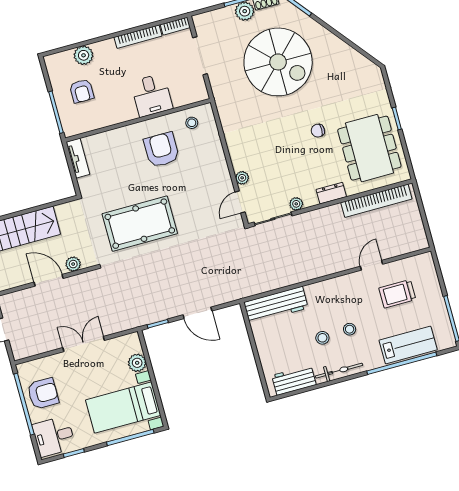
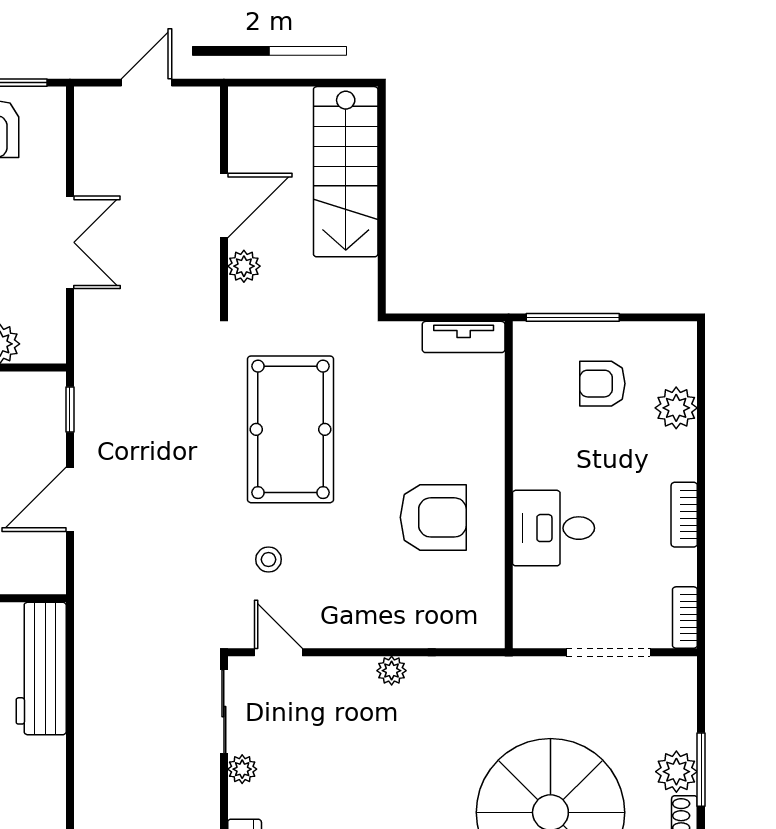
bookcase: (138, 37) -> (684, 515), width x0.64
stool: (192, 123) -> (269, 559), moved
plant: (242, 178) -> (392, 671), moved

